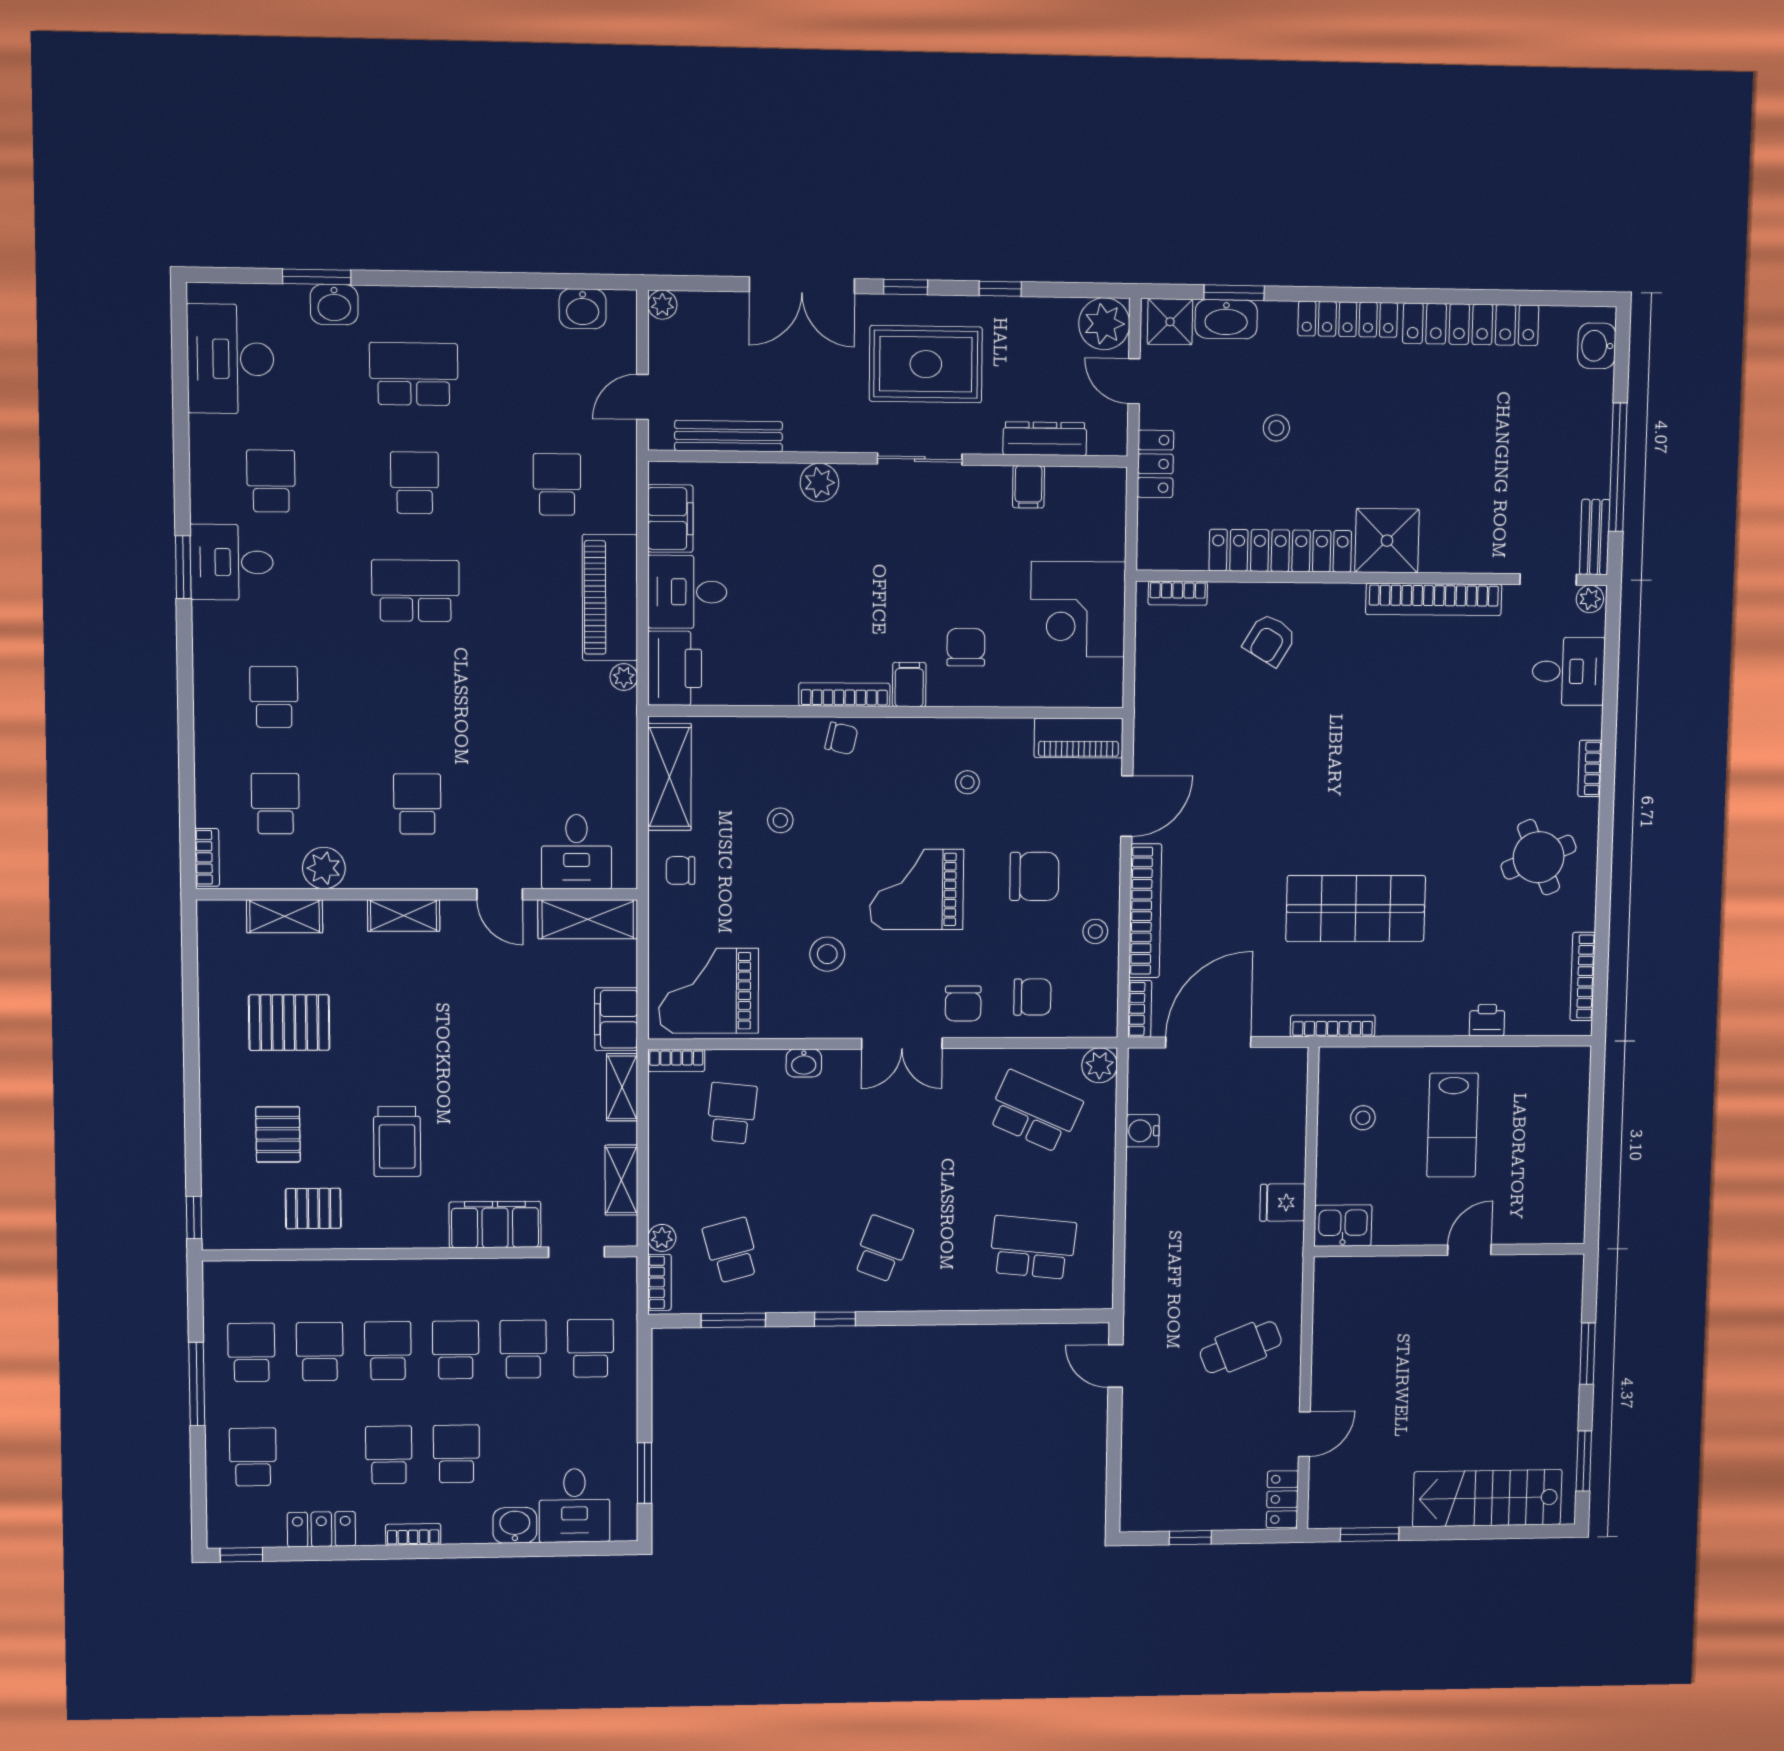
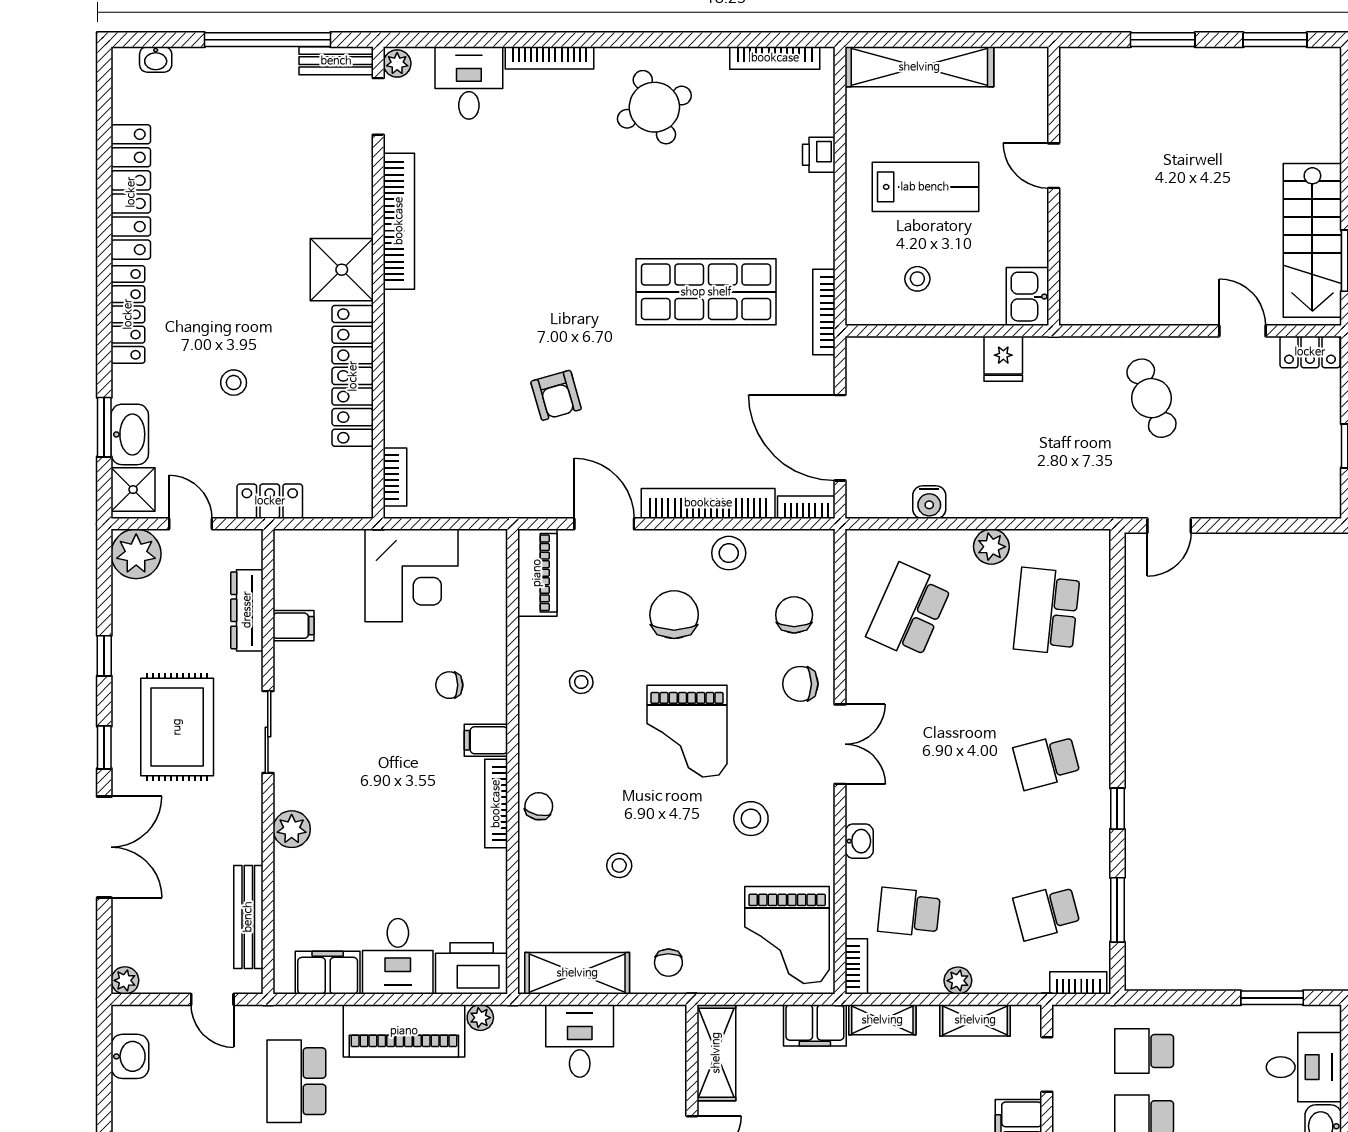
washbasin: (1597, 346) -> (156, 59), width x0.72, depth x0.69
door: (1134, 381) -> (190, 524), swing flipped
school desk: (557, 484) -> (296, 1081), width x1.85
armchair: (1270, 640) -> (556, 395), moved, turned 43
chair: (966, 647) -> (449, 685), width x0.73, depth x0.73
bookcase: (1590, 768) -> (549, 58), width x1.56
desk: (577, 852) -> (580, 1041), moved, turned -90
shop shelf: (1356, 909) -> (706, 292), turned 90
stool: (1095, 931) -> (729, 553), width x1.37, depth x1.37
chair: (963, 1004) -> (800, 684), turned 180
plant: (1100, 1065) -> (991, 547), moved
shelving: (1569, 1118) -> (919, 67), added
plant: (662, 1238) -> (958, 981), moved
school desk: (883, 1249) -> (1047, 762), turned -36
stairs: (1487, 1498) -> (1312, 240), moved

